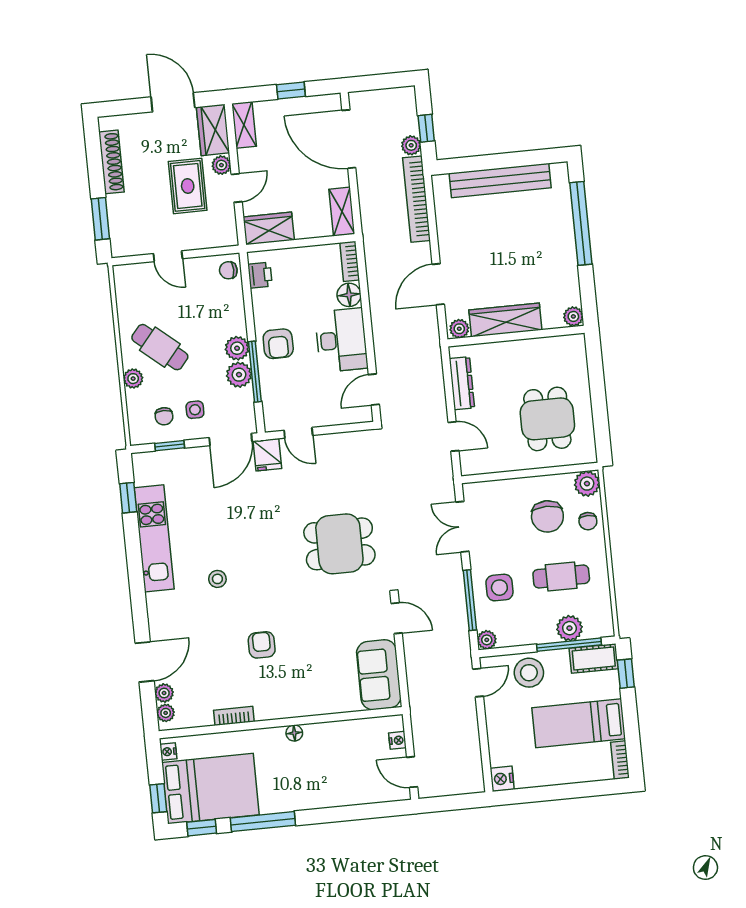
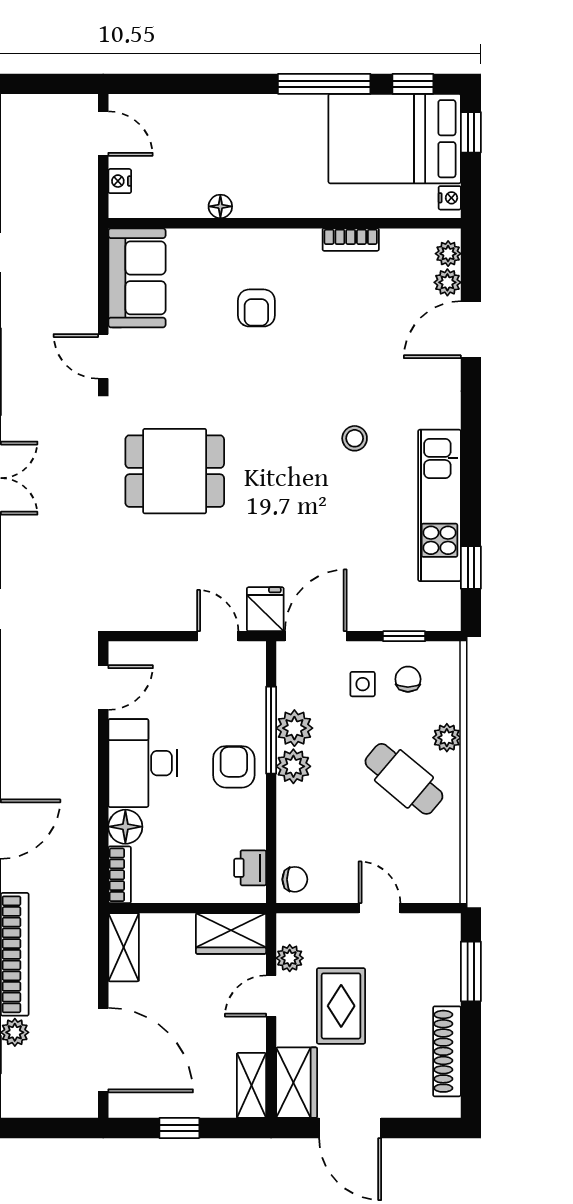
plant: (221, 165) -> (290, 958), moved
armchair: (262, 645) -> (256, 308), moved
floor lamp: (294, 733) -> (220, 206), moved

